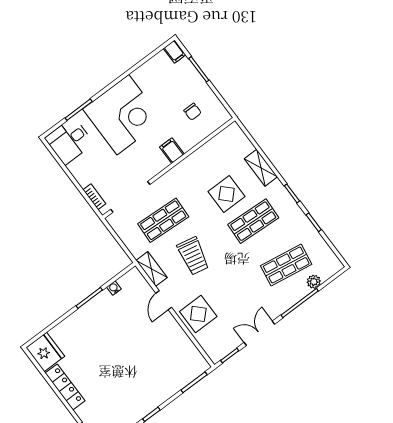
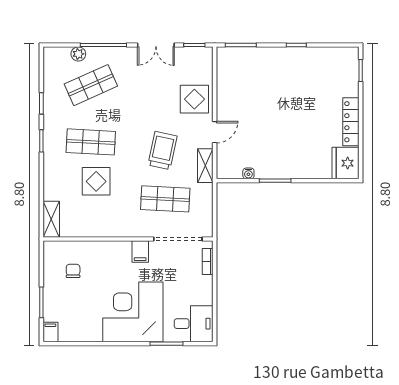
filing cabinet: (172, 151) -> (140, 251), moved
shelving: (261, 168) -> (51, 219), moved
shop shelf: (286, 265) -> (91, 85), turned -33

